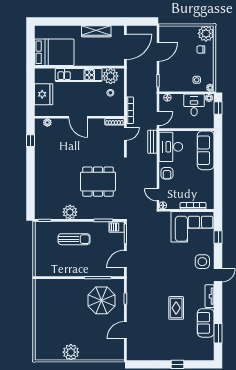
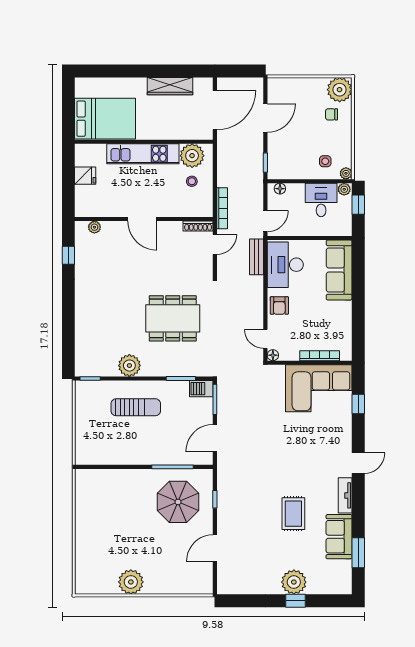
fridge: (44, 94) -> (85, 176), width x0.53, depth x0.75
side table: (202, 262) -> (334, 442), removed
plant: (176, 352) -> (294, 582), added

